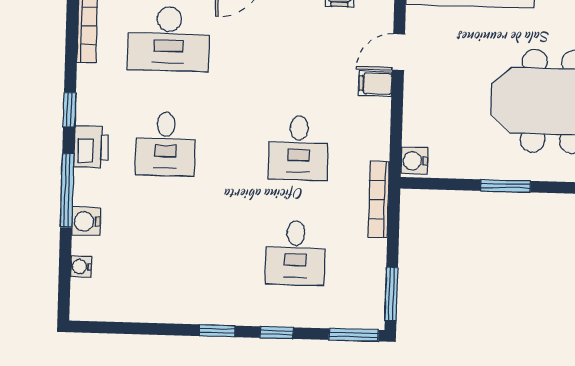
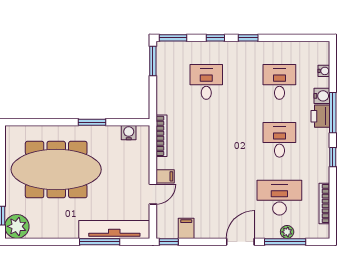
printer: (91, 147) -> (320, 116), moved
desk: (299, 148) -> (279, 82), moved
water cooler: (414, 161) -> (129, 133), moved, turned -90
bookcase: (379, 200) -> (161, 136), moved

